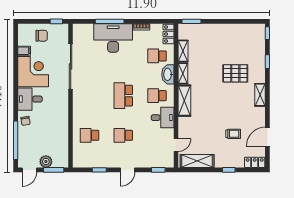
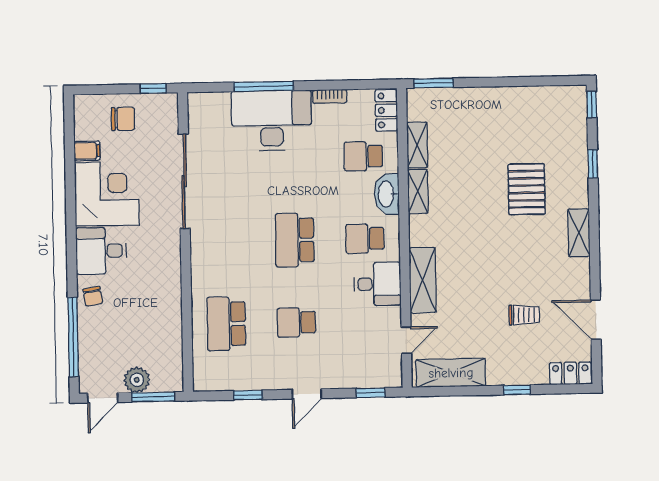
pallet: (235, 73) -> (527, 189), turned 90
shelving: (184, 101) -> (423, 280), moved
school desk: (89, 135) -> (226, 324), width x1.85
door: (267, 137) -> (596, 320), hinge flipped

